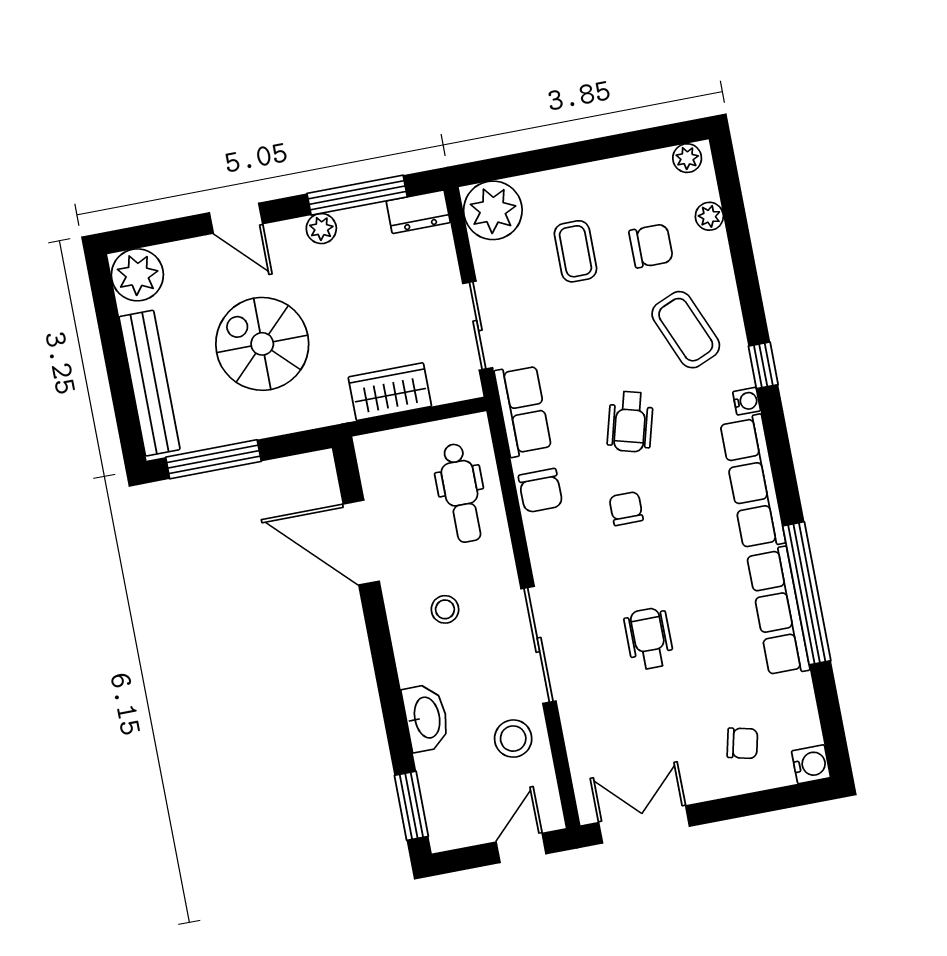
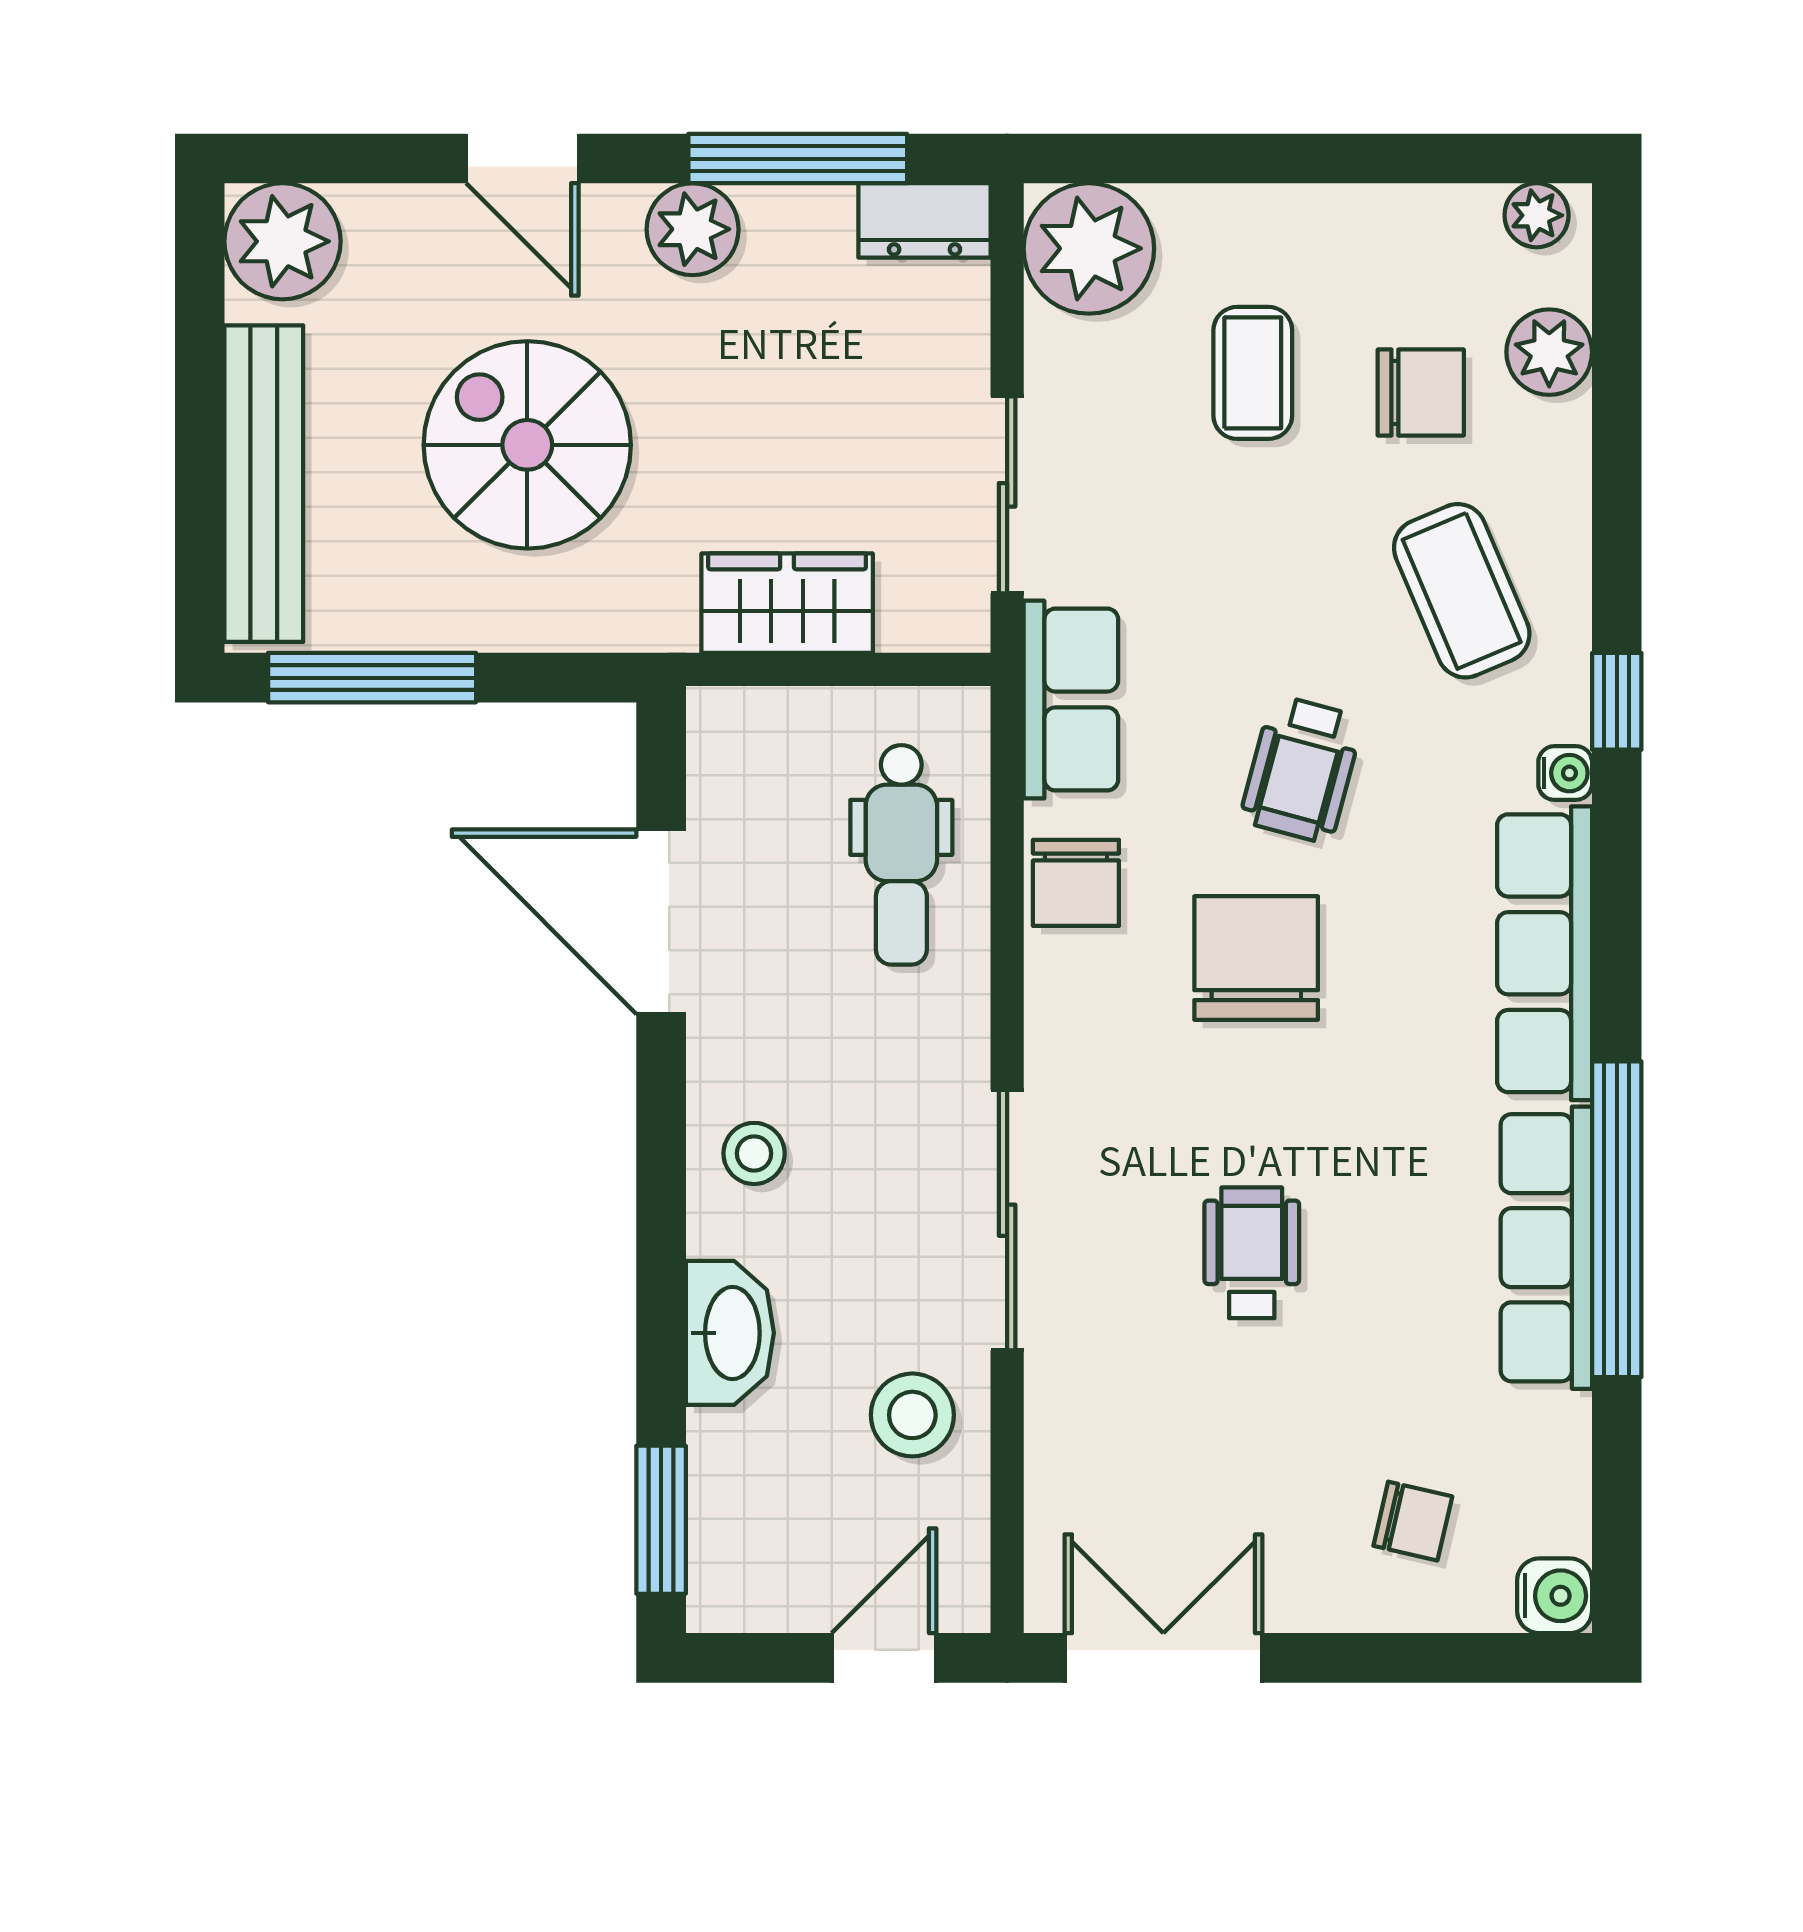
plant: (709, 216) -> (1549, 352), width x1.38, depth x1.38
plant: (321, 229) -> (693, 229), width x1.38, depth x1.38
chair: (626, 509) -> (1256, 958), width x1.87, depth x1.87
stool: (445, 609) -> (754, 1153), moved

